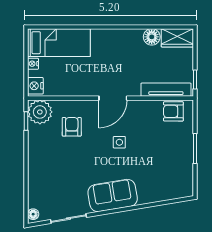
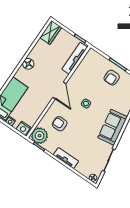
floor lamp: (152, 37) -> (28, 64), moved
armchair: (173, 111) -> (112, 78), moved
tv unit: (35, 164) -> (66, 158), added

